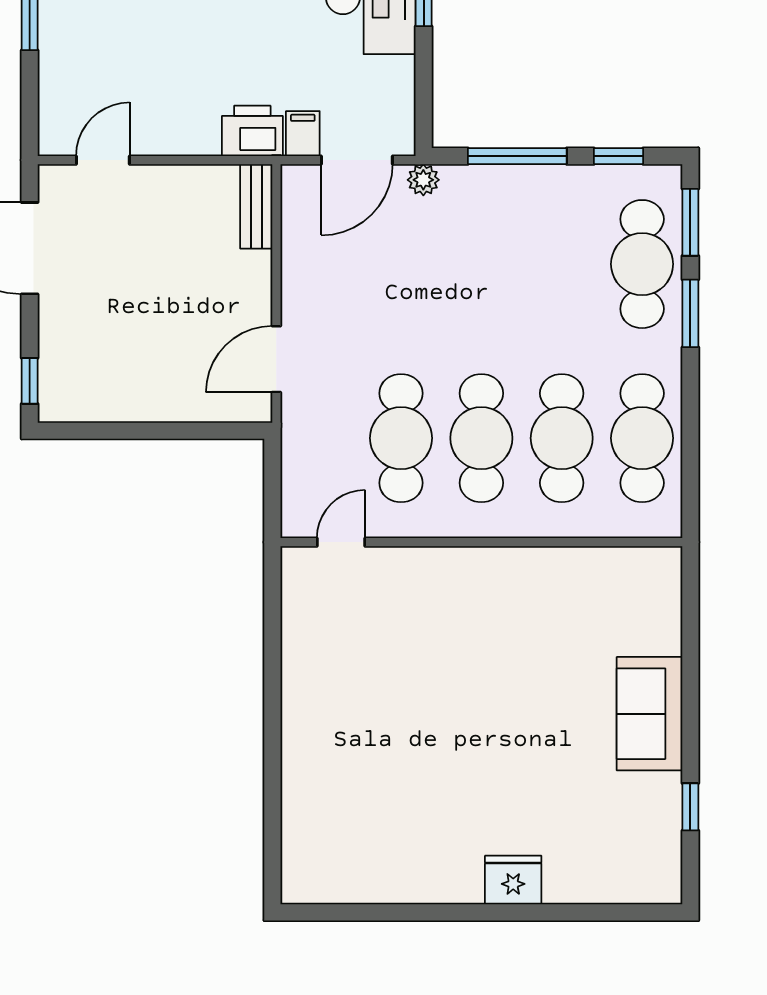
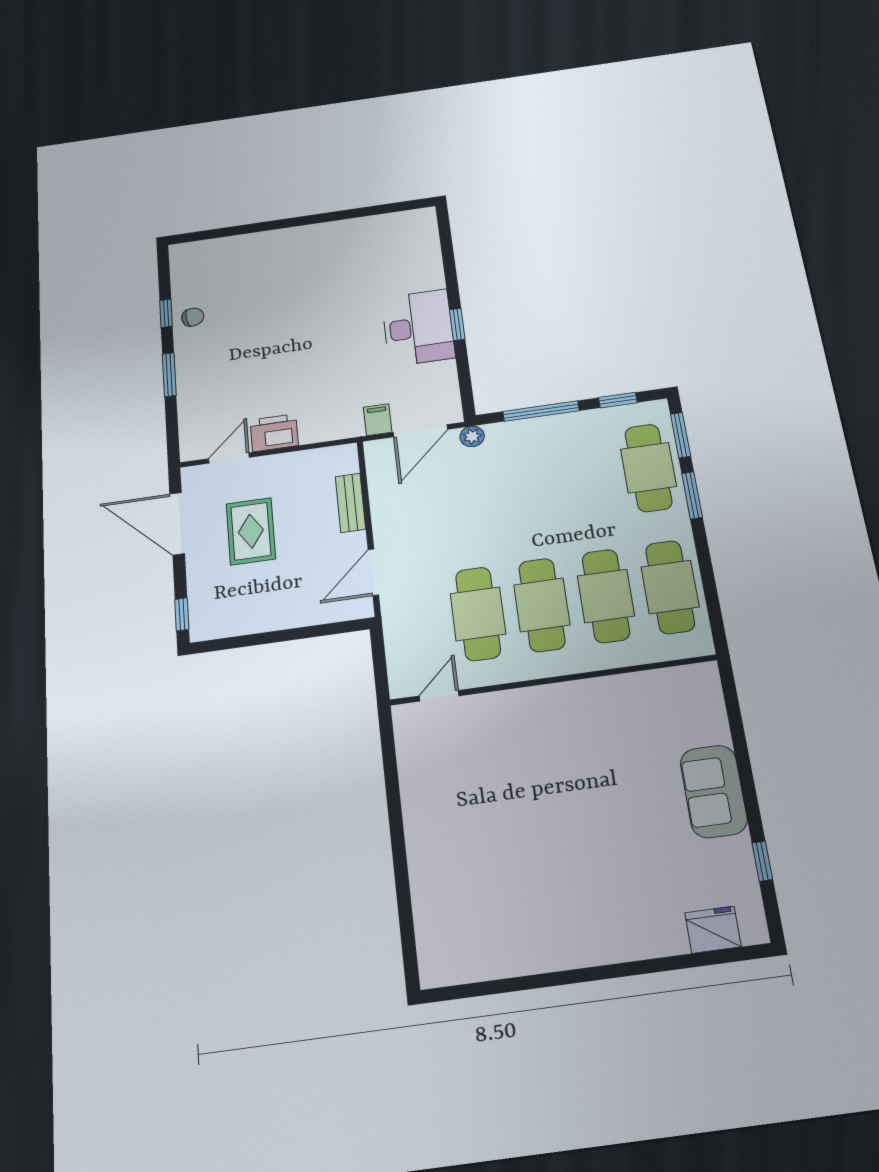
printer: (252, 131) -> (274, 433), moved
bench: (256, 206) -> (350, 503), moved
rug: (125, 275) -> (251, 531), added
fridge: (513, 880) -> (713, 930), moved

